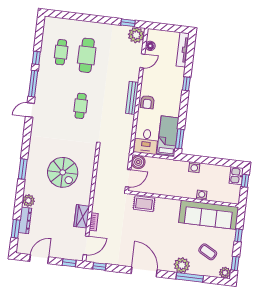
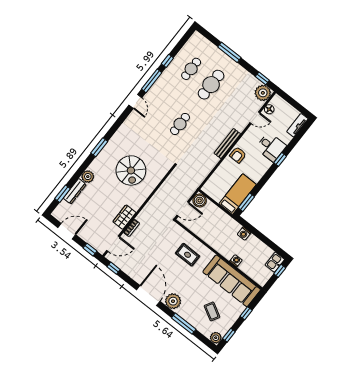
window: (86, 18) -> (229, 52), added
tv unit: (183, 50) -> (297, 125), width x0.71
door: (30, 110) -> (135, 101), swing flipped
desk: (146, 141) -> (271, 147), moved, turned -90
rug: (144, 204) -> (188, 255), moved
plant: (182, 265) -> (173, 301), moved

